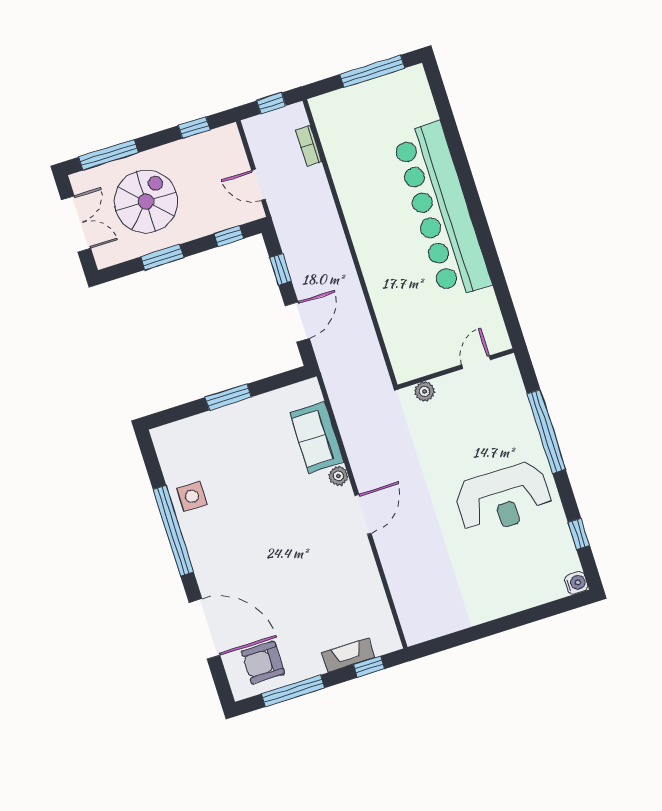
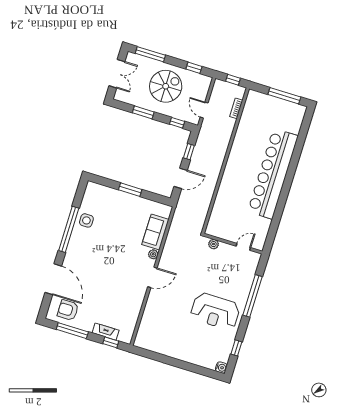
spiral stairs: (146, 202) -> (166, 86), moved

